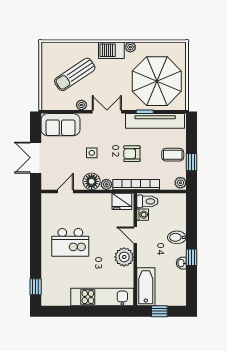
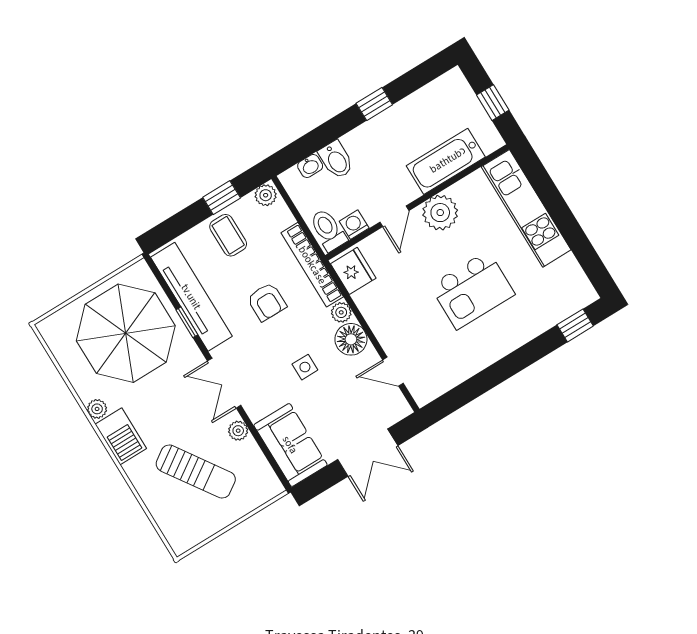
bidet: (177, 237) -> (336, 160), moved
kitchen island: (70, 242) -> (472, 290), moved, turned 90
washbasin: (181, 263) -> (310, 166), moved
bathtub: (146, 287) -> (446, 161), moved

